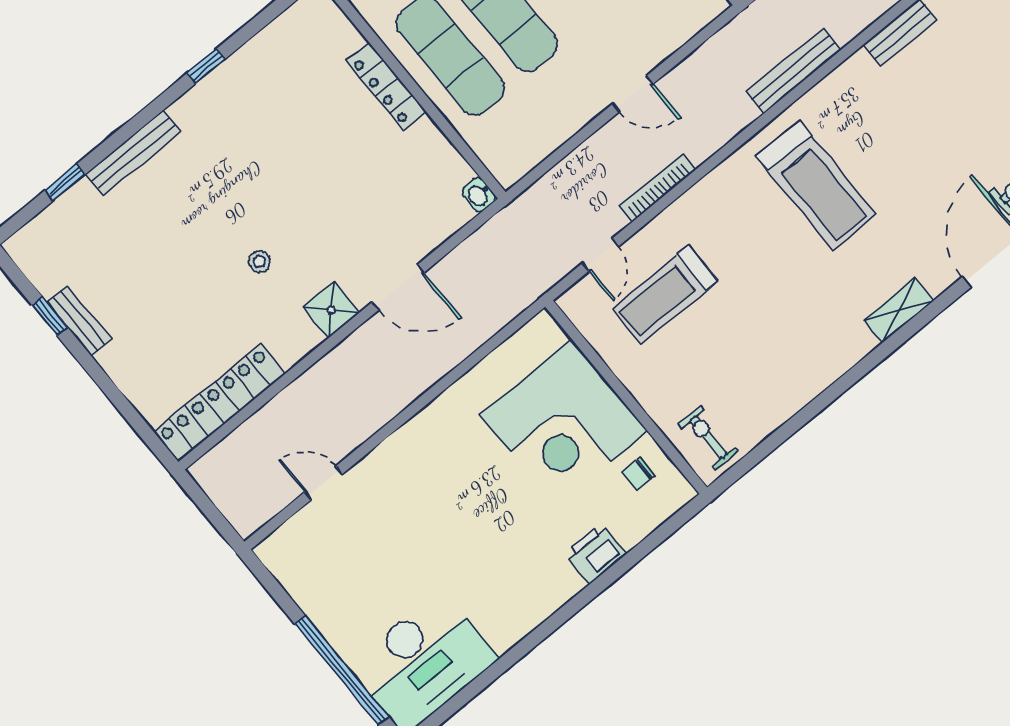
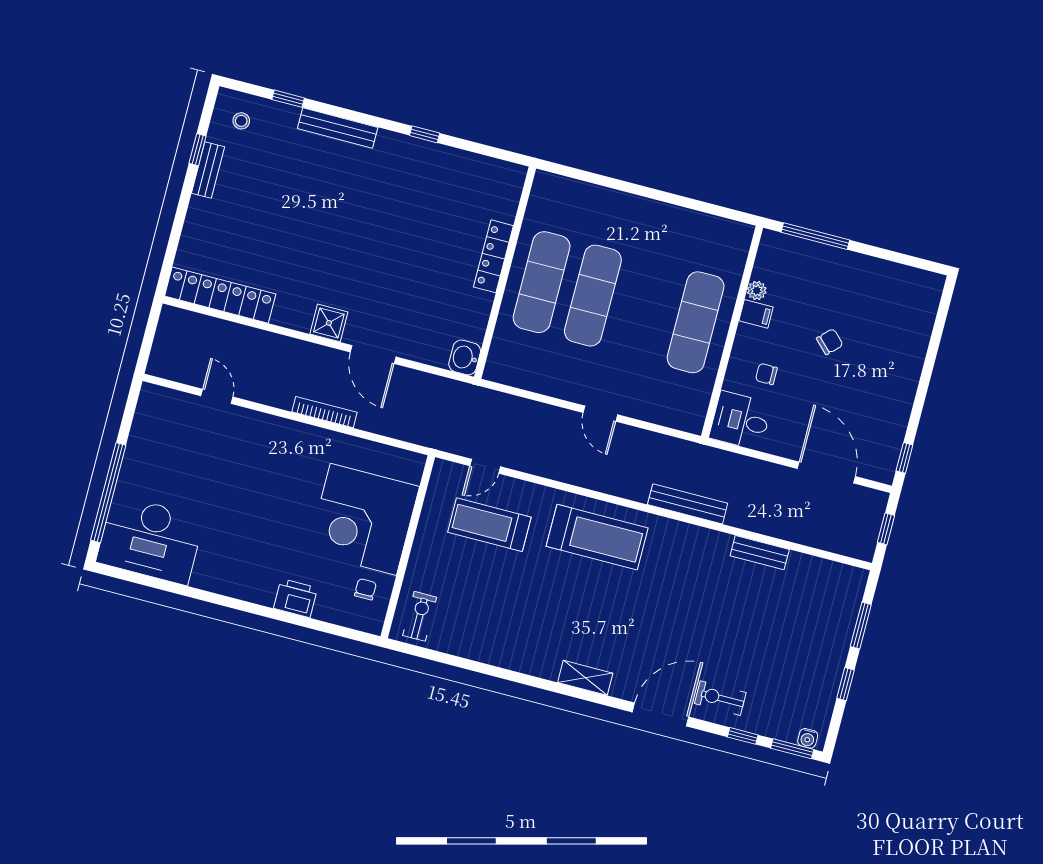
treadmill: (816, 185) -> (597, 537), moved, turned -90
bookcase: (657, 188) -> (324, 412), moved
washbasin: (479, 195) -> (465, 357), width x1.38, depth x1.45
stool: (259, 261) -> (241, 121), moved
chair: (639, 474) -> (365, 589), turned 90

